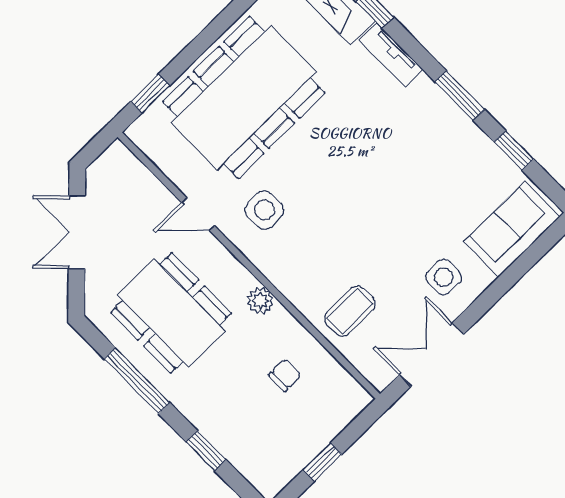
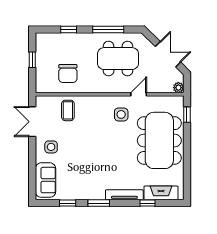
tv unit: (391, 55) -> (124, 195), width x1.41
plant: (260, 301) -> (178, 88), moved
double door: (432, 354) -> (32, 122), swing flipped
chair: (285, 375) -> (68, 74), width x1.87, depth x1.87

